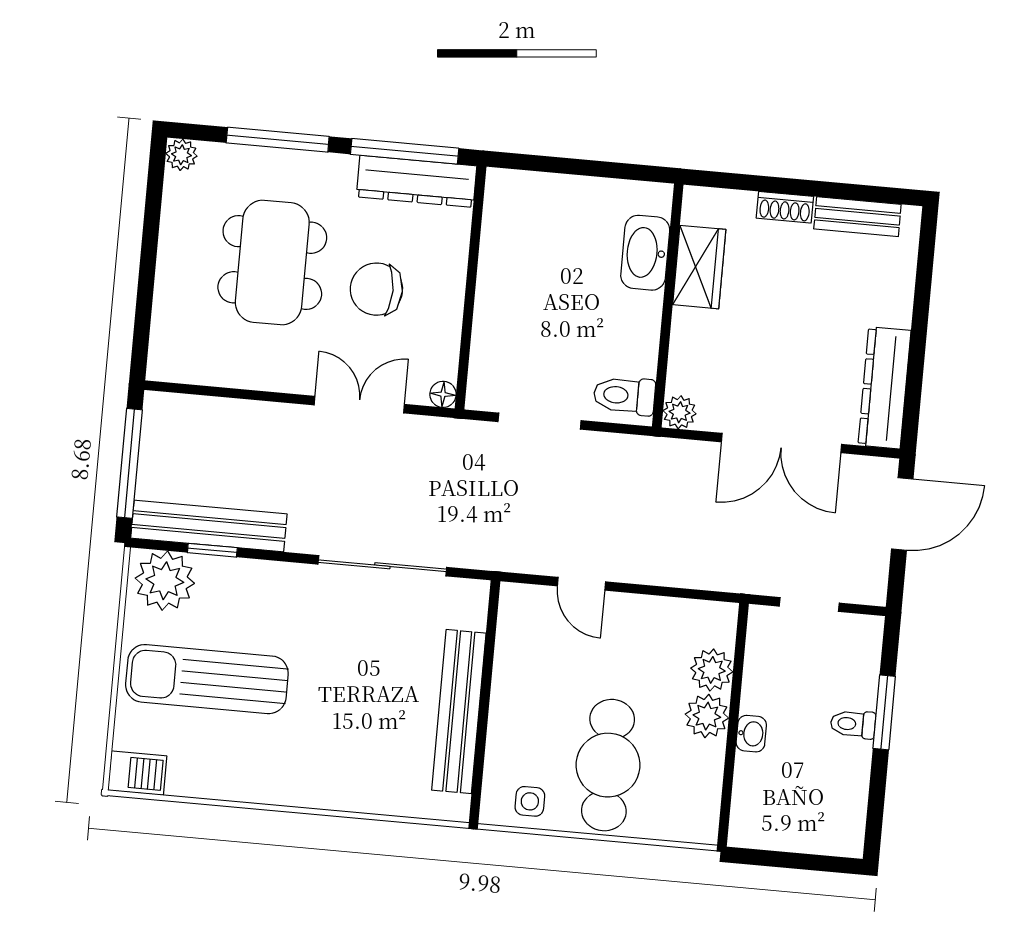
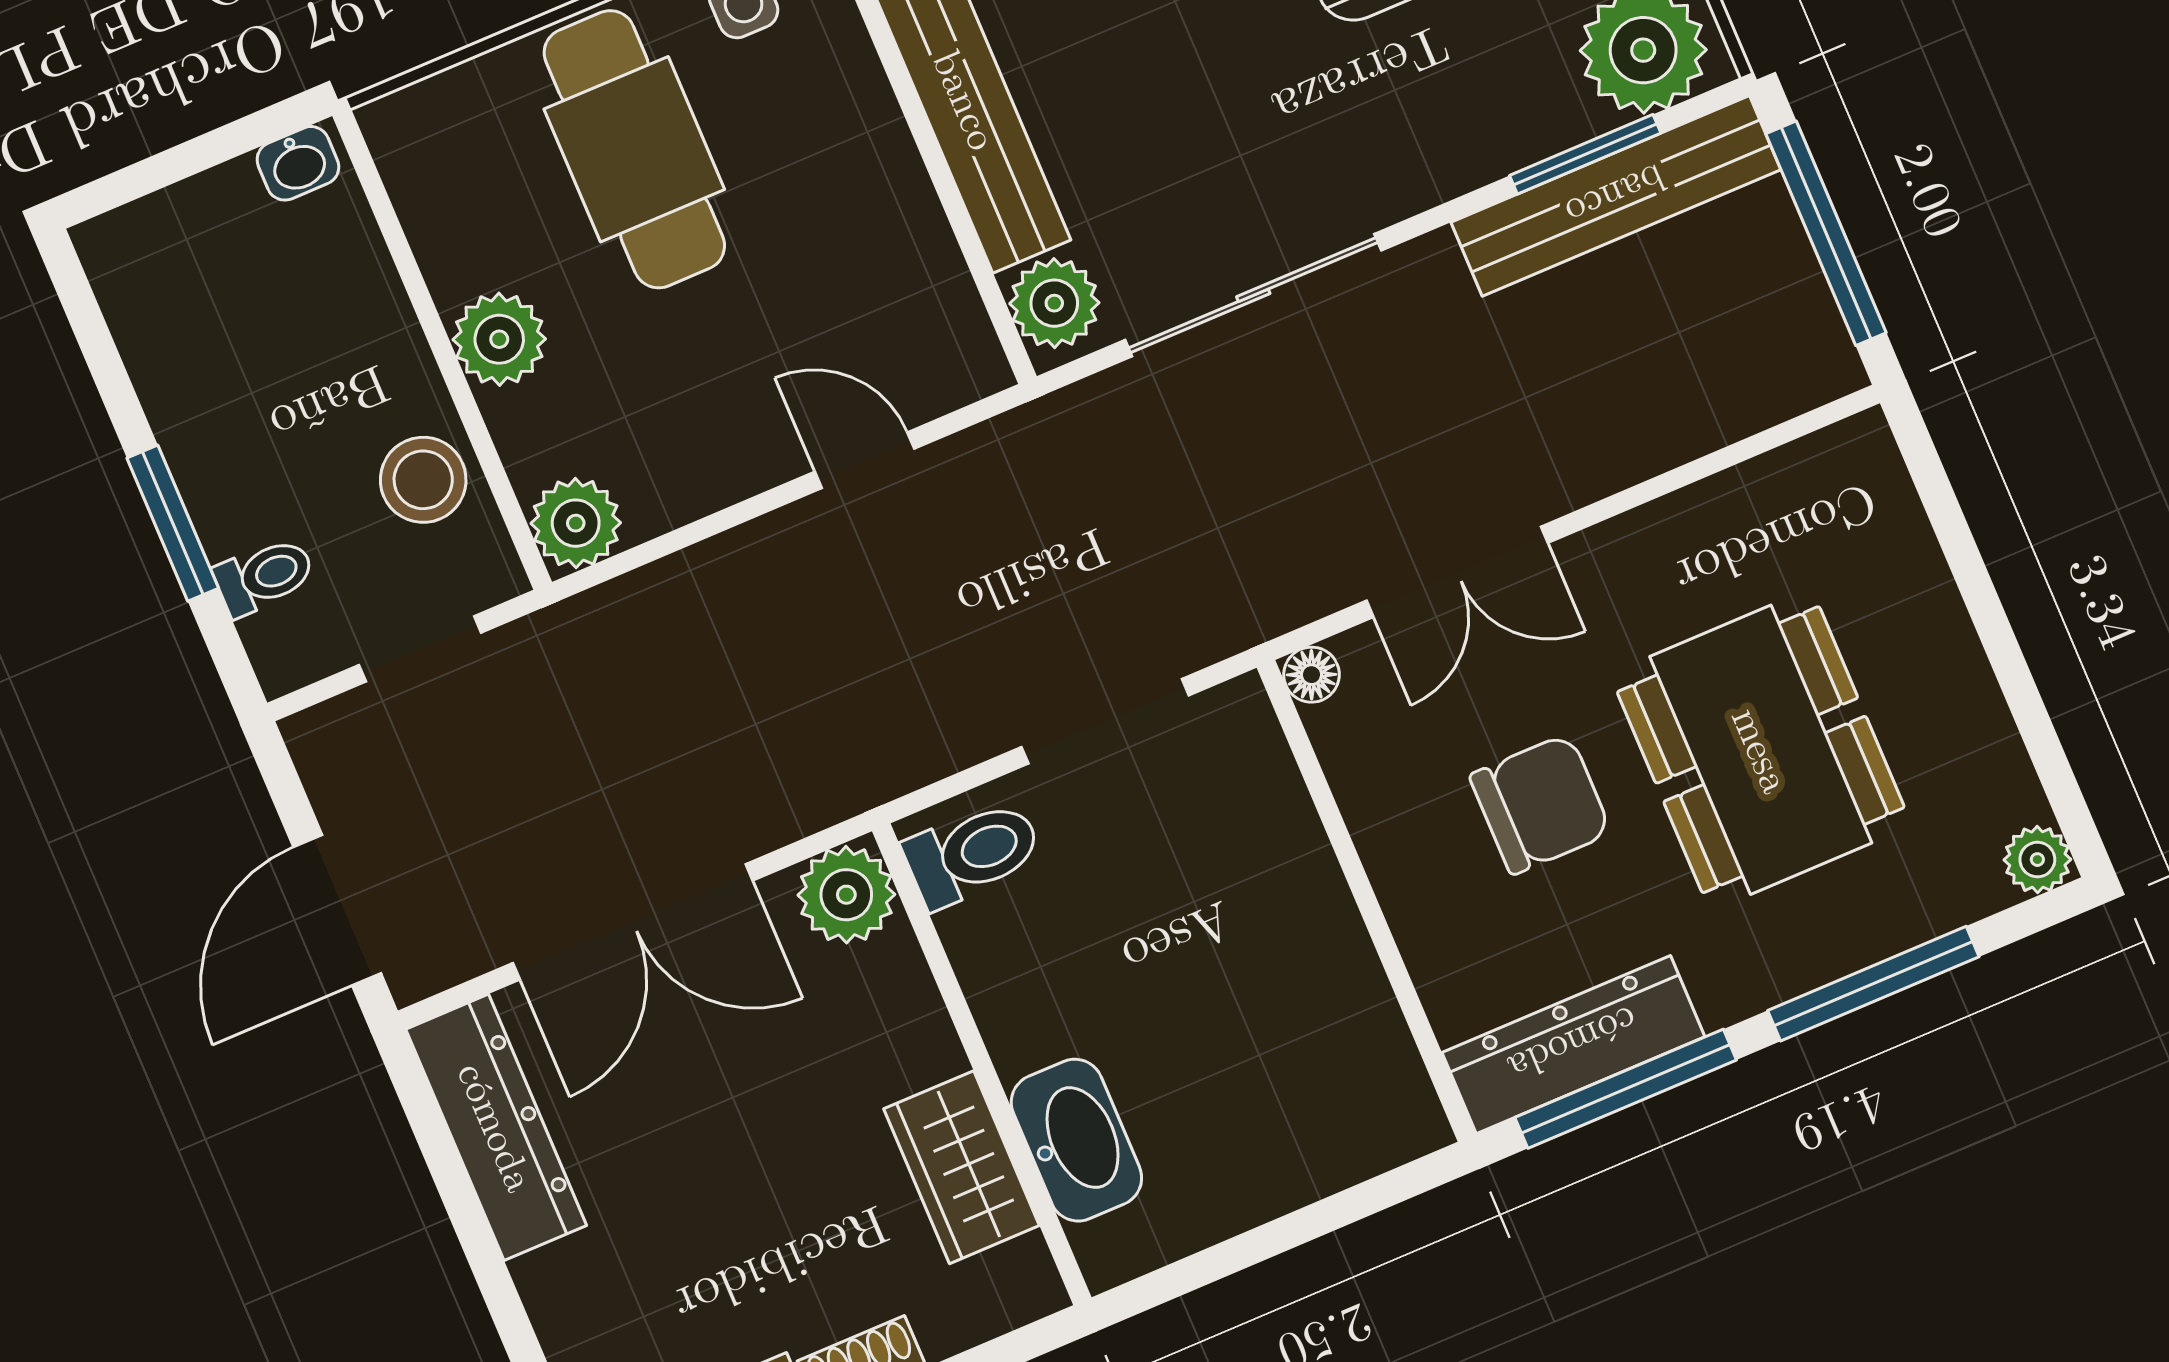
plant: (680, 412) -> (846, 895), width x1.38, depth x1.38
double door: (782, 443) -> (633, 922), swing flipped
window: (212, 550) -> (1585, 154), width x1.50
plant: (467, 607) -> (1054, 303), added
plant: (712, 670) -> (576, 523), moved
stool: (770, 674) -> (423, 480), added
toilet: (853, 724) -> (264, 576), moved
washbasin: (751, 734) -> (298, 163), moved, turned -90

